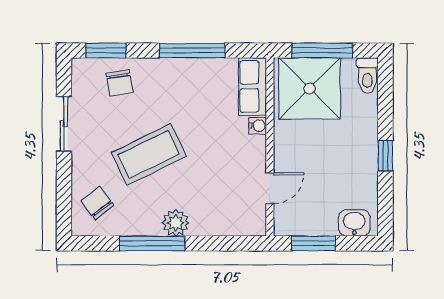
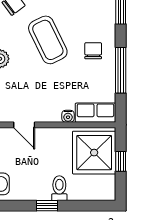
window: (322, 51) -> (121, 161), width x0.46
toilet: (367, 75) -> (59, 188), moved, turned 90
chair: (119, 83) -> (93, 51), moved, turned 99

